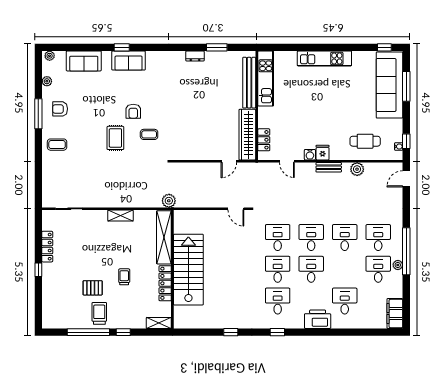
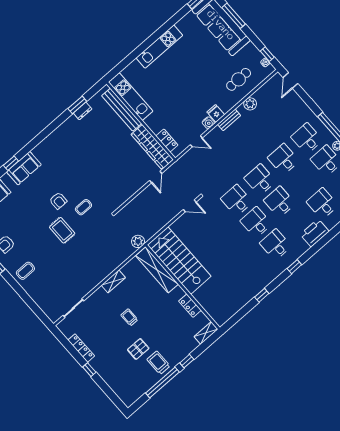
dresser: (195, 56) -> (83, 111), moved
stairs: (188, 270) -> (179, 261), moved
trolley: (124, 277) -> (129, 317), moved
locker: (165, 283) -> (190, 306), width x0.66

